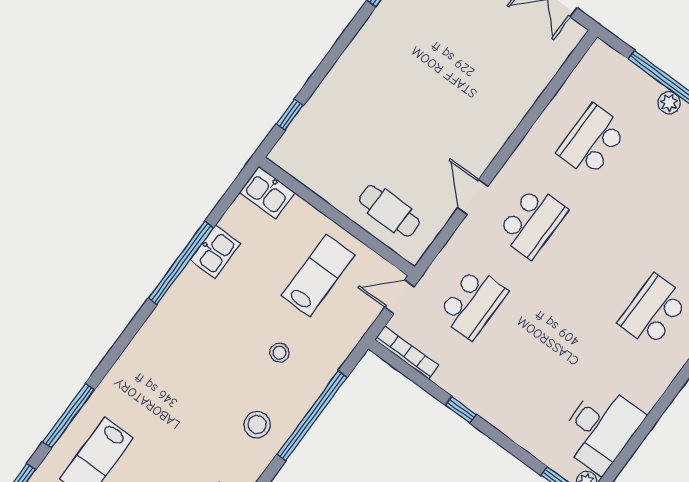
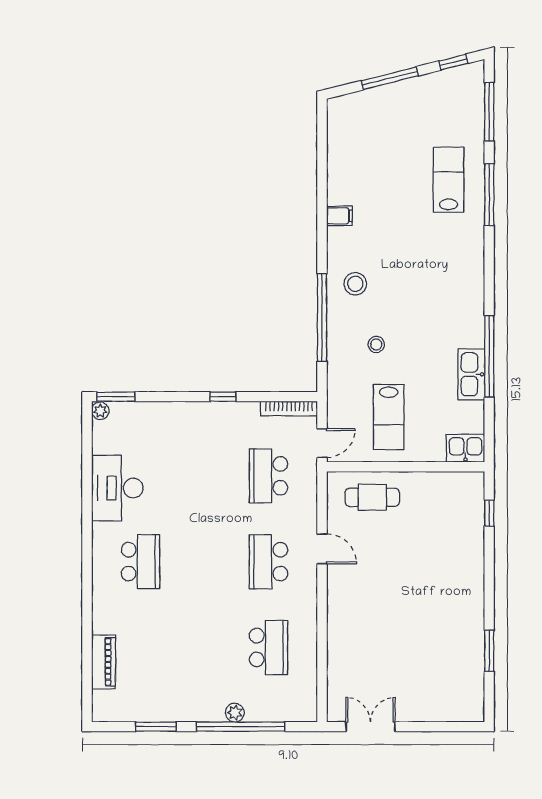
kitchen sink: (215, 252) -> (471, 374), width x1.38
desk: (601, 429) -> (117, 488), moved

